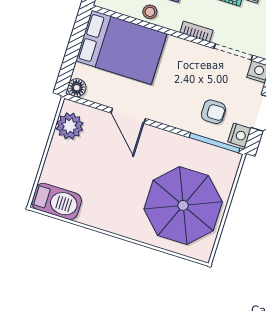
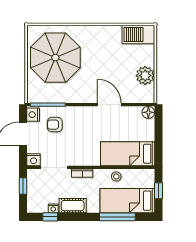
bed: (121, 47) -> (128, 154), width x0.67
plant: (70, 126) -> (145, 76), moved

